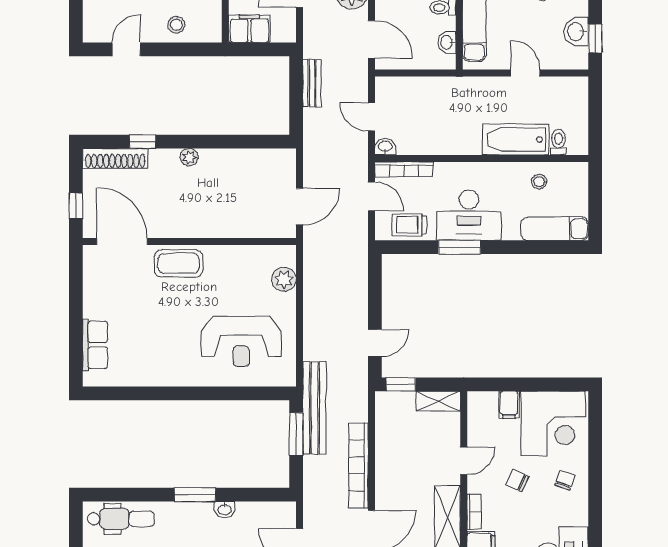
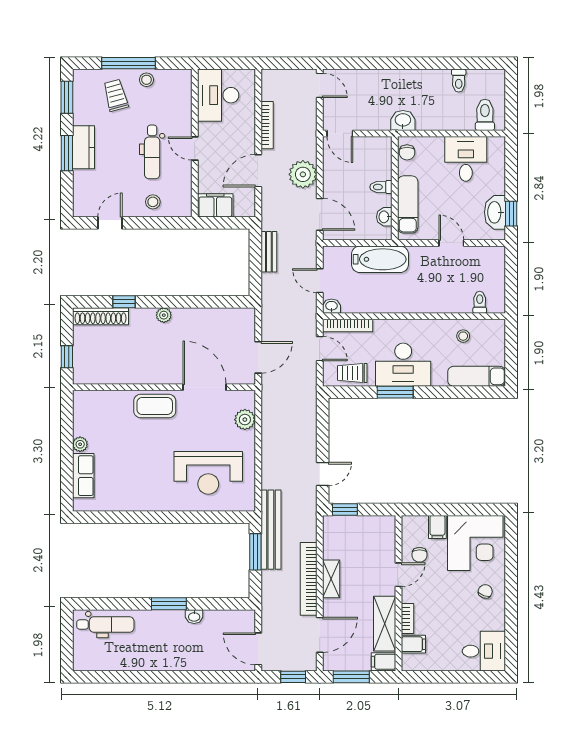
washbasin: (576, 31) -> (495, 212), width x1.38
bathtub: (516, 139) -> (380, 259), moved, turned 180
door: (122, 242) -> (204, 387), moved
plant: (91, 308) -> (80, 444), added
shelving: (438, 401) -> (331, 579), moved, turned 90
chair: (517, 480) -> (420, 555), moved, turned -115

